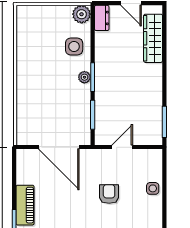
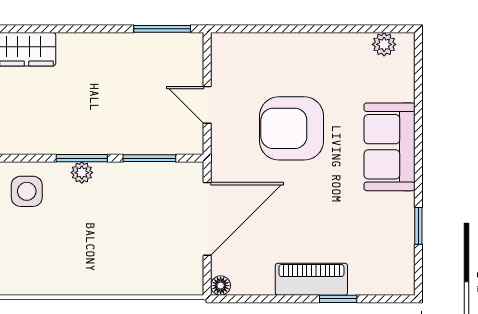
floor lamp: (22, 154) -> (221, 286), added
side table: (153, 188) -> (281, 50), removed
armchair: (109, 194) -> (291, 128), width x1.88, depth x1.88

